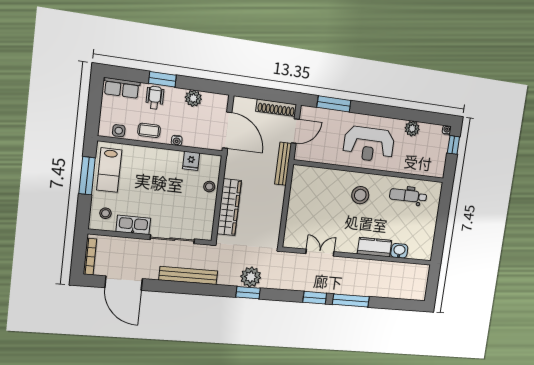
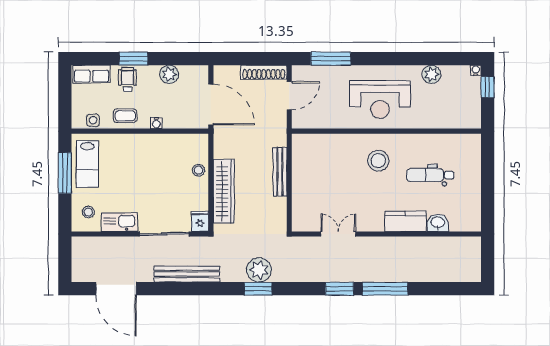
fridge: (191, 161) -> (200, 221), moved, turned 180
bench: (283, 164) -> (280, 172), moved
dental chair: (408, 196) -> (430, 175), moved
bookcase: (90, 257) -> (77, 262), removed

